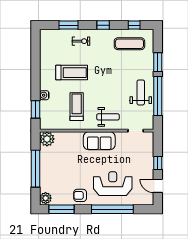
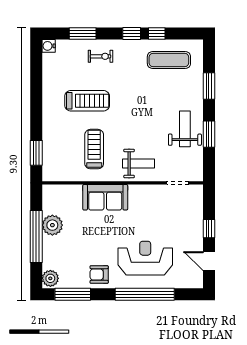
window: (134, 25) -> (157, 34), moved
water cooler: (44, 95) -> (49, 46), moved
window: (158, 96) -> (209, 134), width x0.47
plant: (47, 139) -> (52, 225), moved
sofa: (99, 141) -> (105, 197), moved

